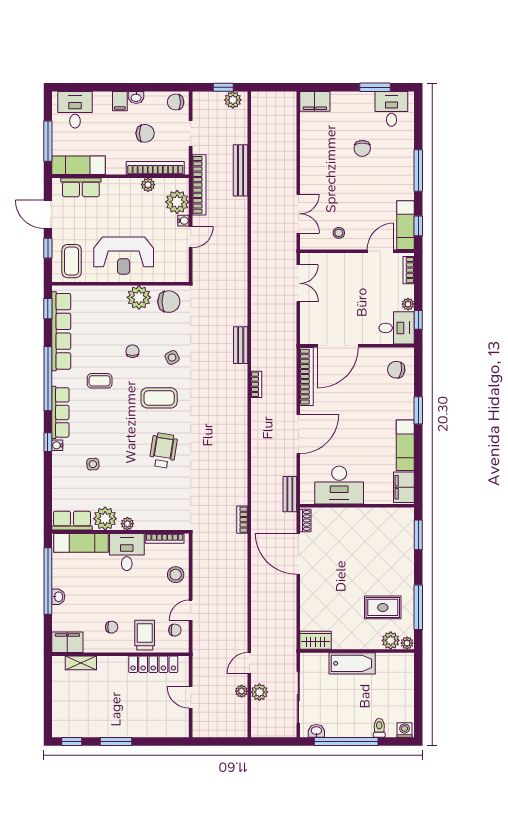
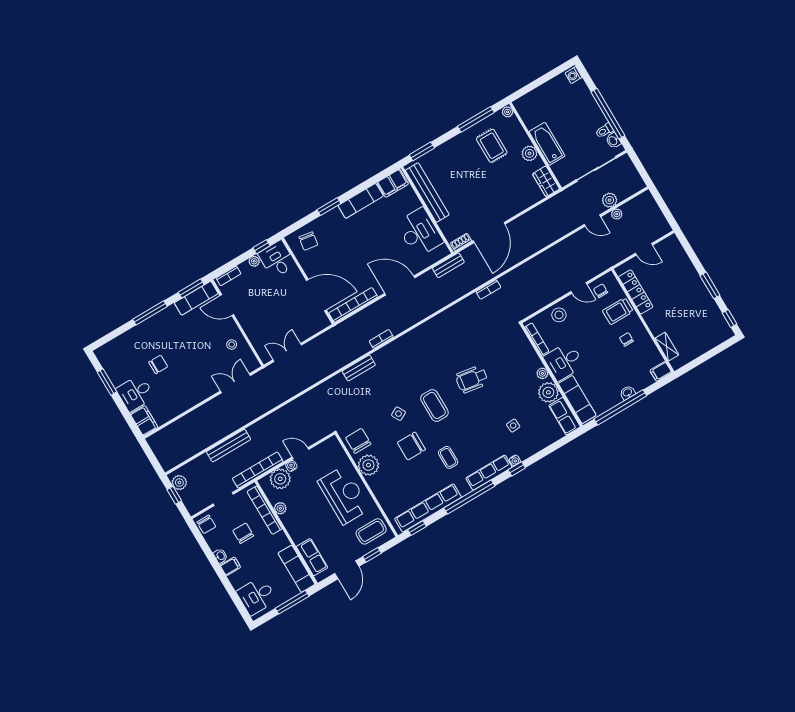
desk: (391, 109) -> (135, 393), moved
window: (418, 226) -> (191, 288), width x1.50
chair: (132, 351) -> (411, 446), width x1.87, depth x1.87
bench: (374, 516) -> (427, 193), added
plant: (391, 640) -> (530, 153), moved
filing cabinet: (67, 642) -> (661, 371), width x0.50
door: (191, 697) -> (644, 249), hinge flipped
toilet: (379, 728) -> (604, 131), moved

